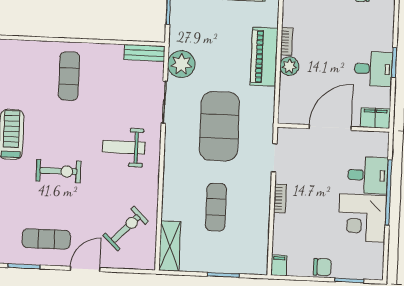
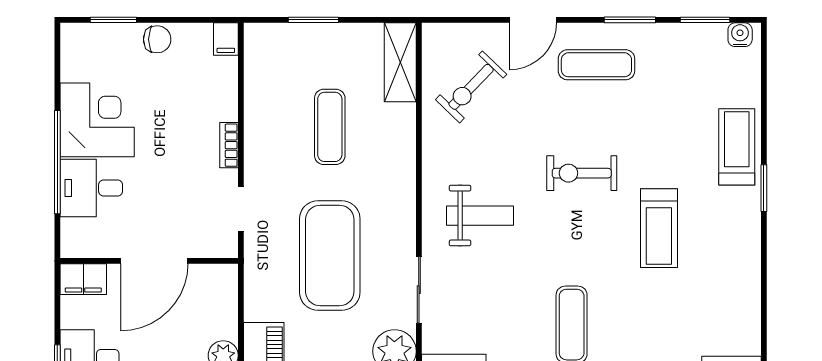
chair: (322, 267) -> (157, 39), turned 180

